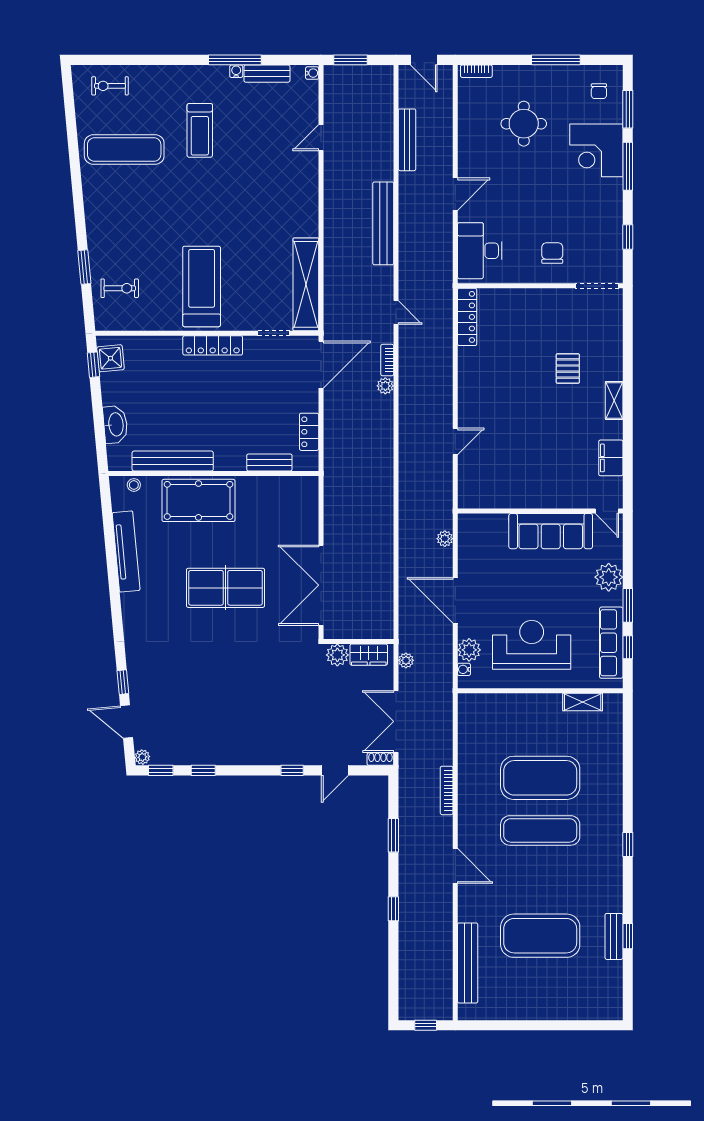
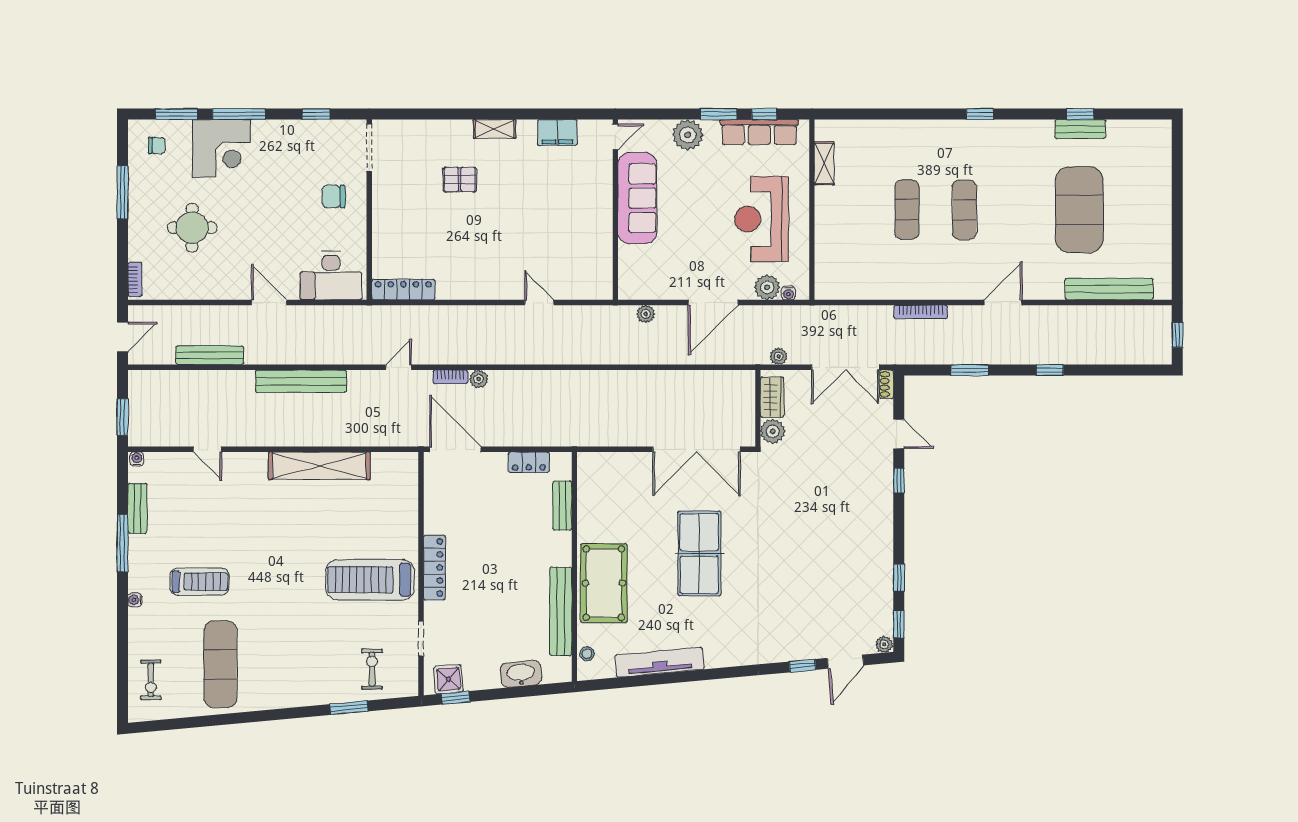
water cooler: (236, 71) -> (135, 600), moved
shelving: (306, 284) -> (319, 466), moved
doorway: (274, 333) -> (421, 639), moved
exercise mat: (540, 778) -> (907, 210), width x0.50, depth x0.69
exercise mat: (540, 830) -> (964, 210), width x0.73, depth x0.69

